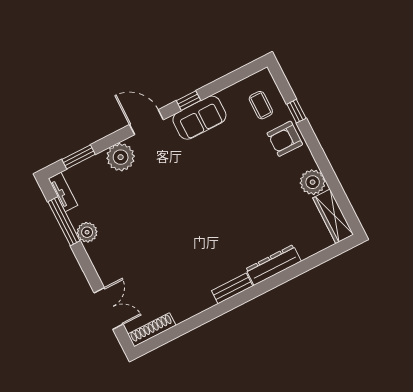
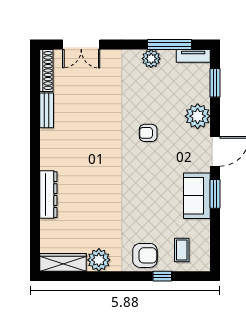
window: (188, 101) -> (215, 194), width x1.50
coffee table: (261, 105) -> (182, 250), turned 90
armchair: (285, 139) -> (145, 255), turned 90
armchair: (162, 198) -> (148, 133), added
bench: (232, 288) -> (47, 110), moved

